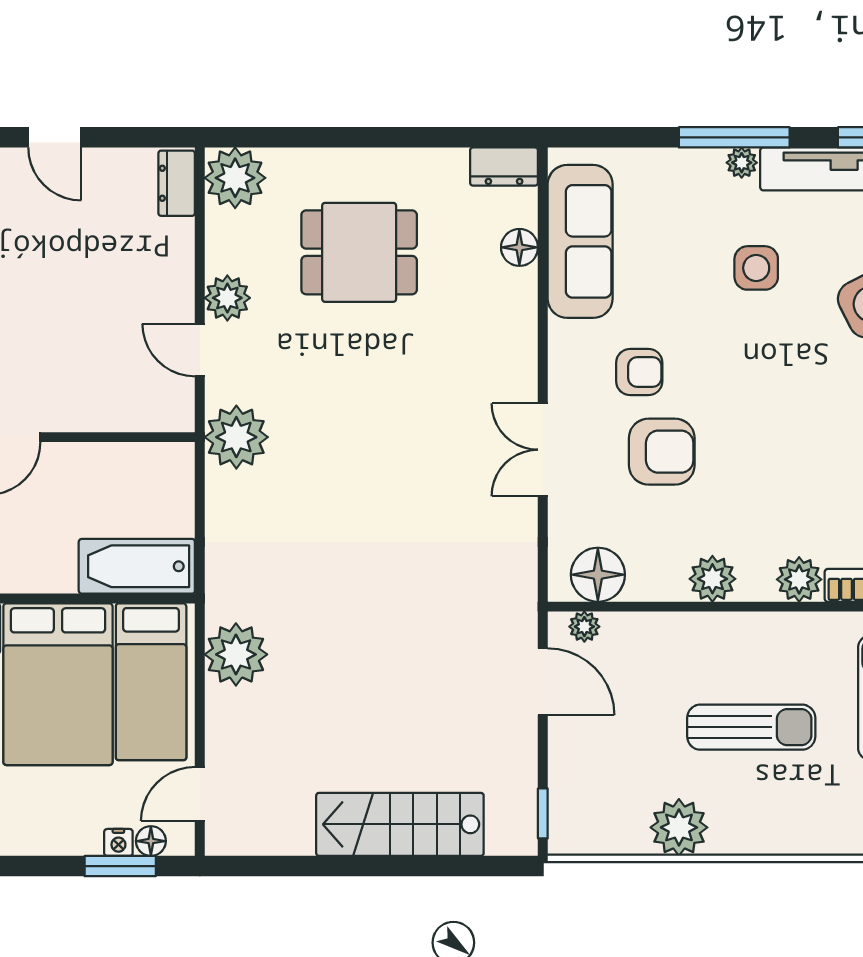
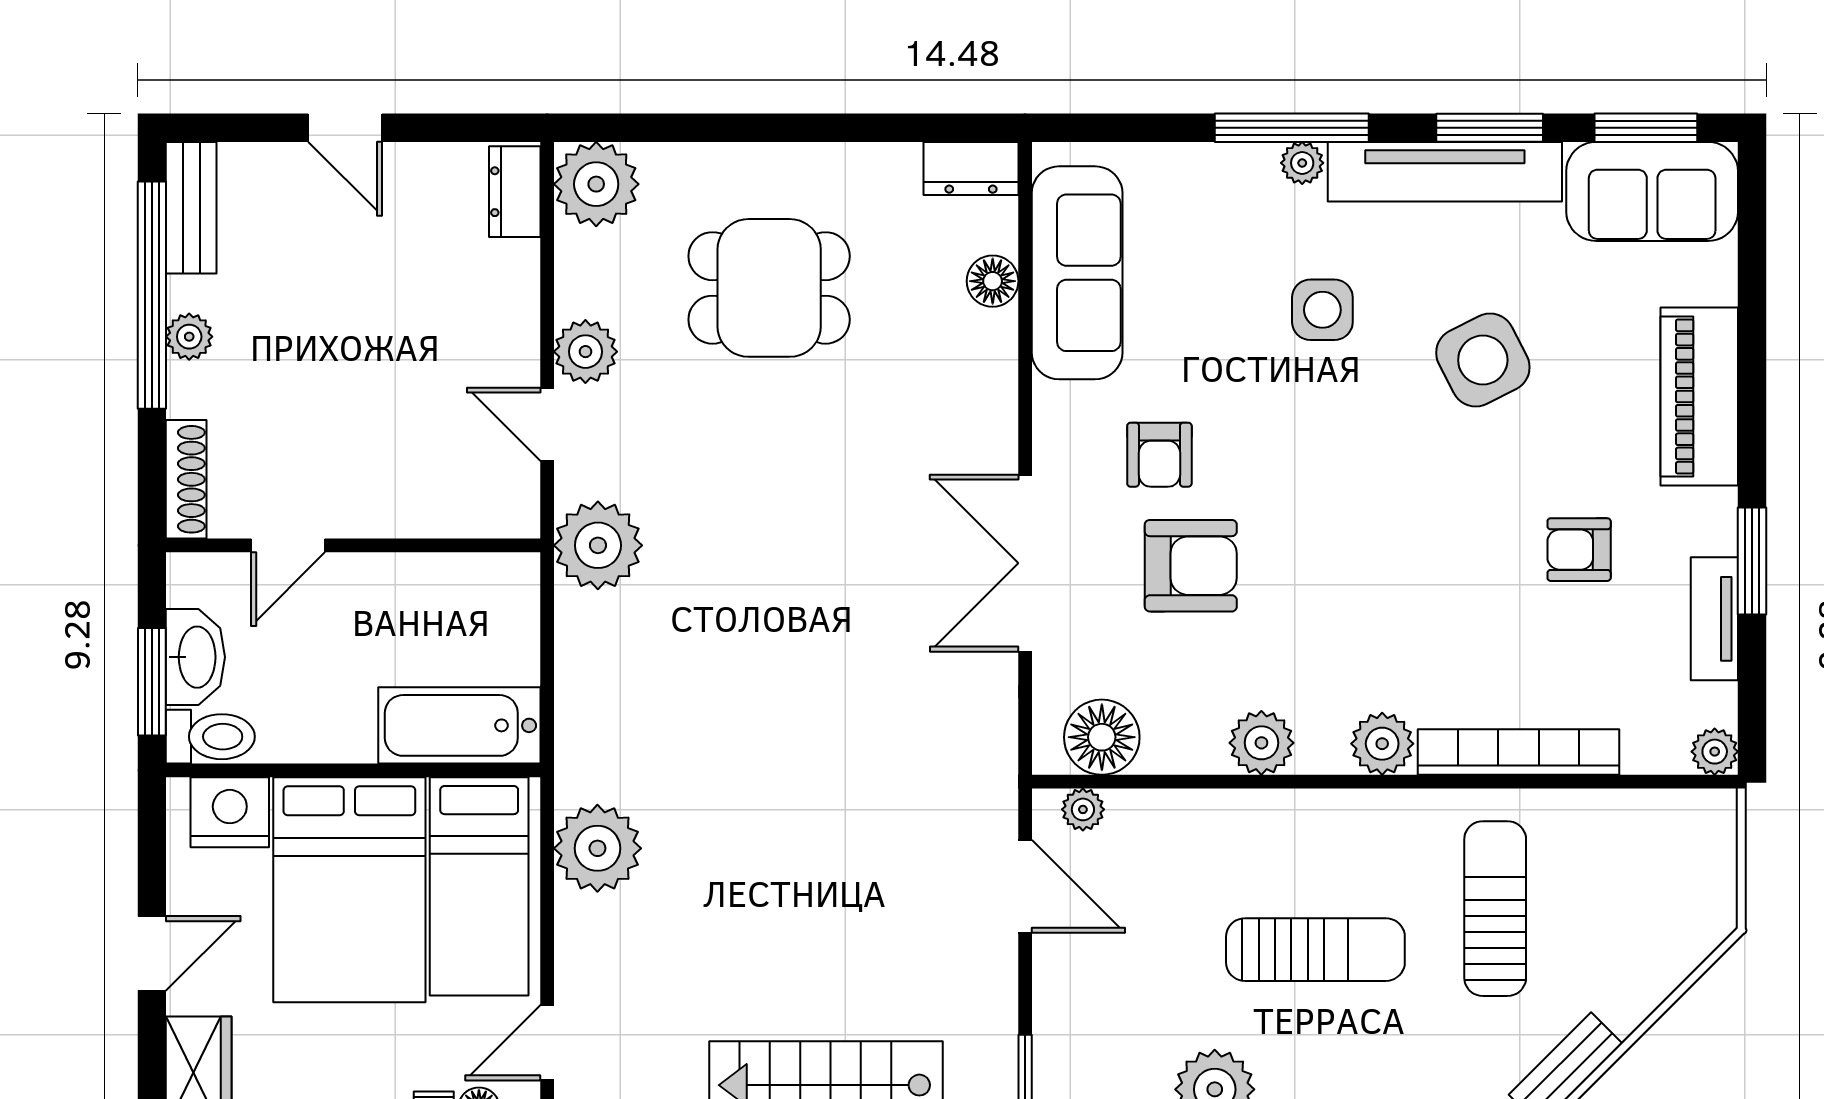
armchair: (639, 372) -> (1159, 455), turned 90
double door: (543, 450) -> (1025, 563), width x1.37

